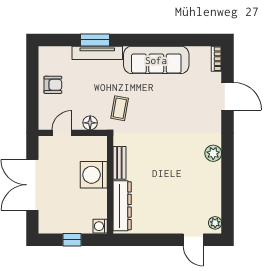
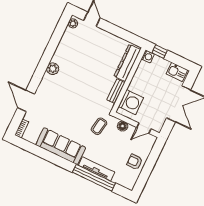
window: (95, 40) -> (94, 178), width x2.11
washing machine: (94, 175) -> (131, 102), moved
kitchen sink: (54, 224) -> (177, 72), added
window: (72, 240) -> (160, 52), moved

